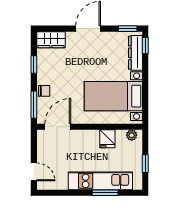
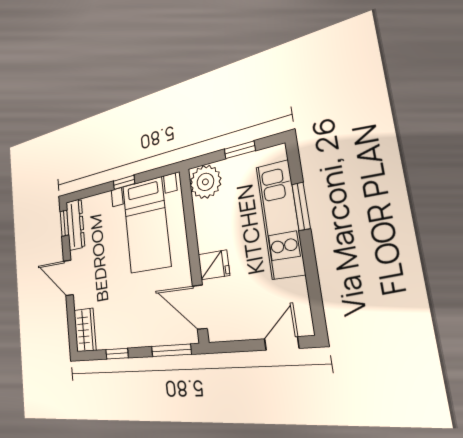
window: (145, 46) -> (124, 182), moved
dresser: (135, 53) -> (75, 225), moved, turned -90
chair: (44, 91) -> (150, 335), removed
plant: (132, 135) -> (205, 182), width x1.87, depth x1.87
fridge: (107, 139) -> (214, 265), moved

